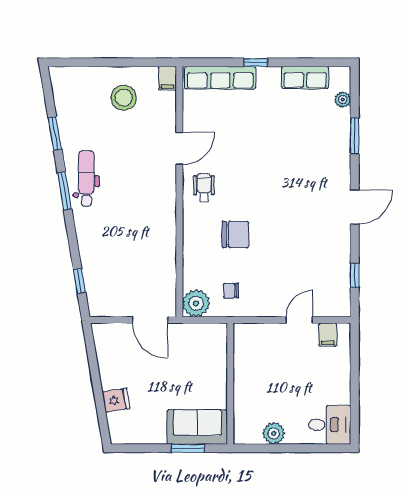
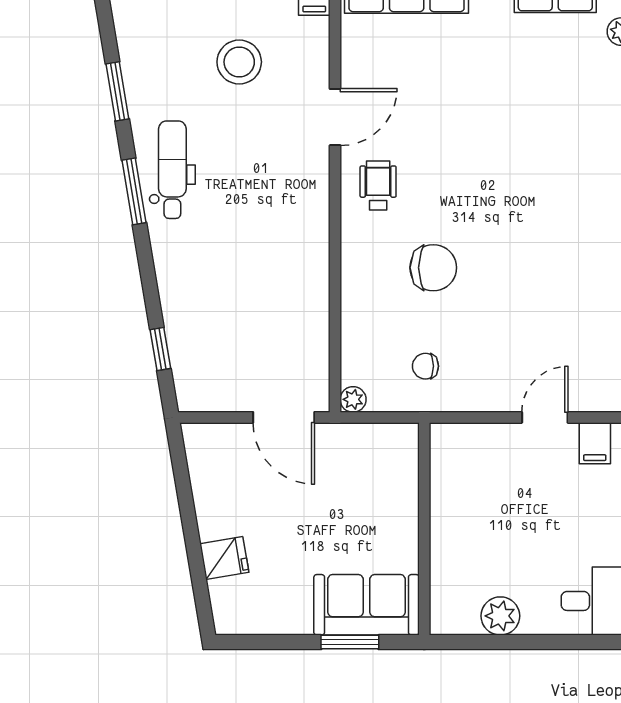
stool: (124, 98) -> (239, 62), moved
plant: (196, 303) -> (353, 399), width x0.53, depth x0.53

